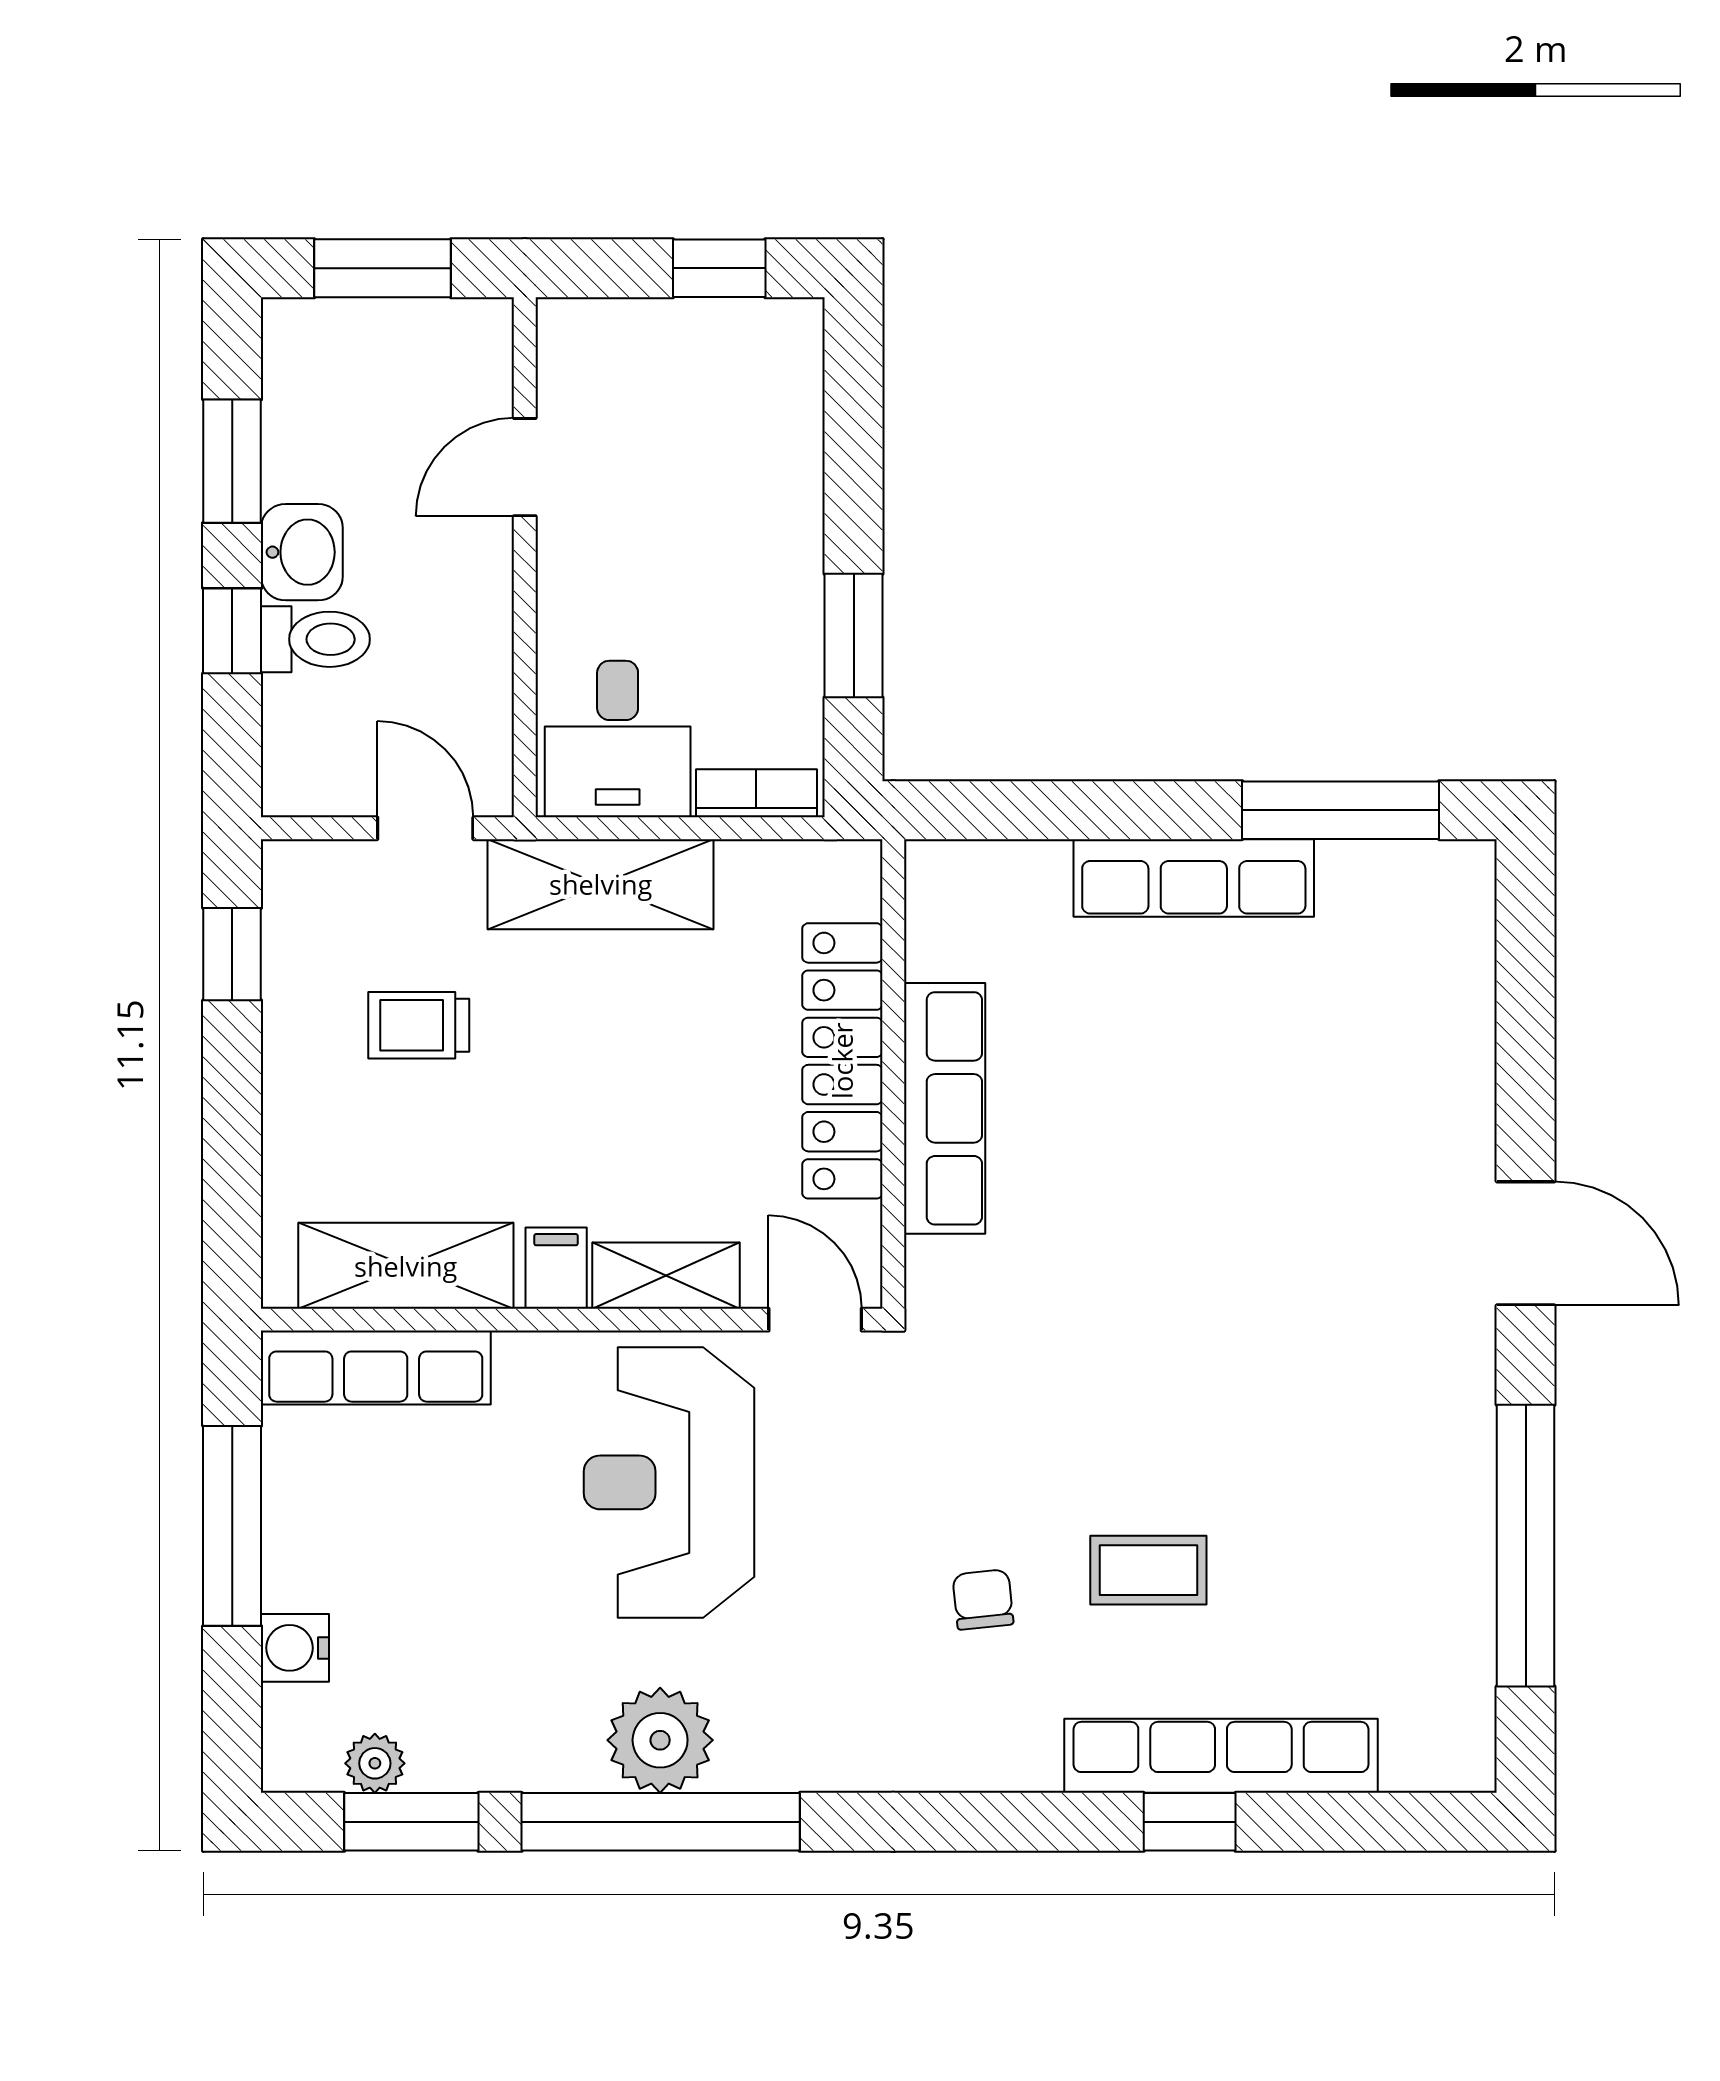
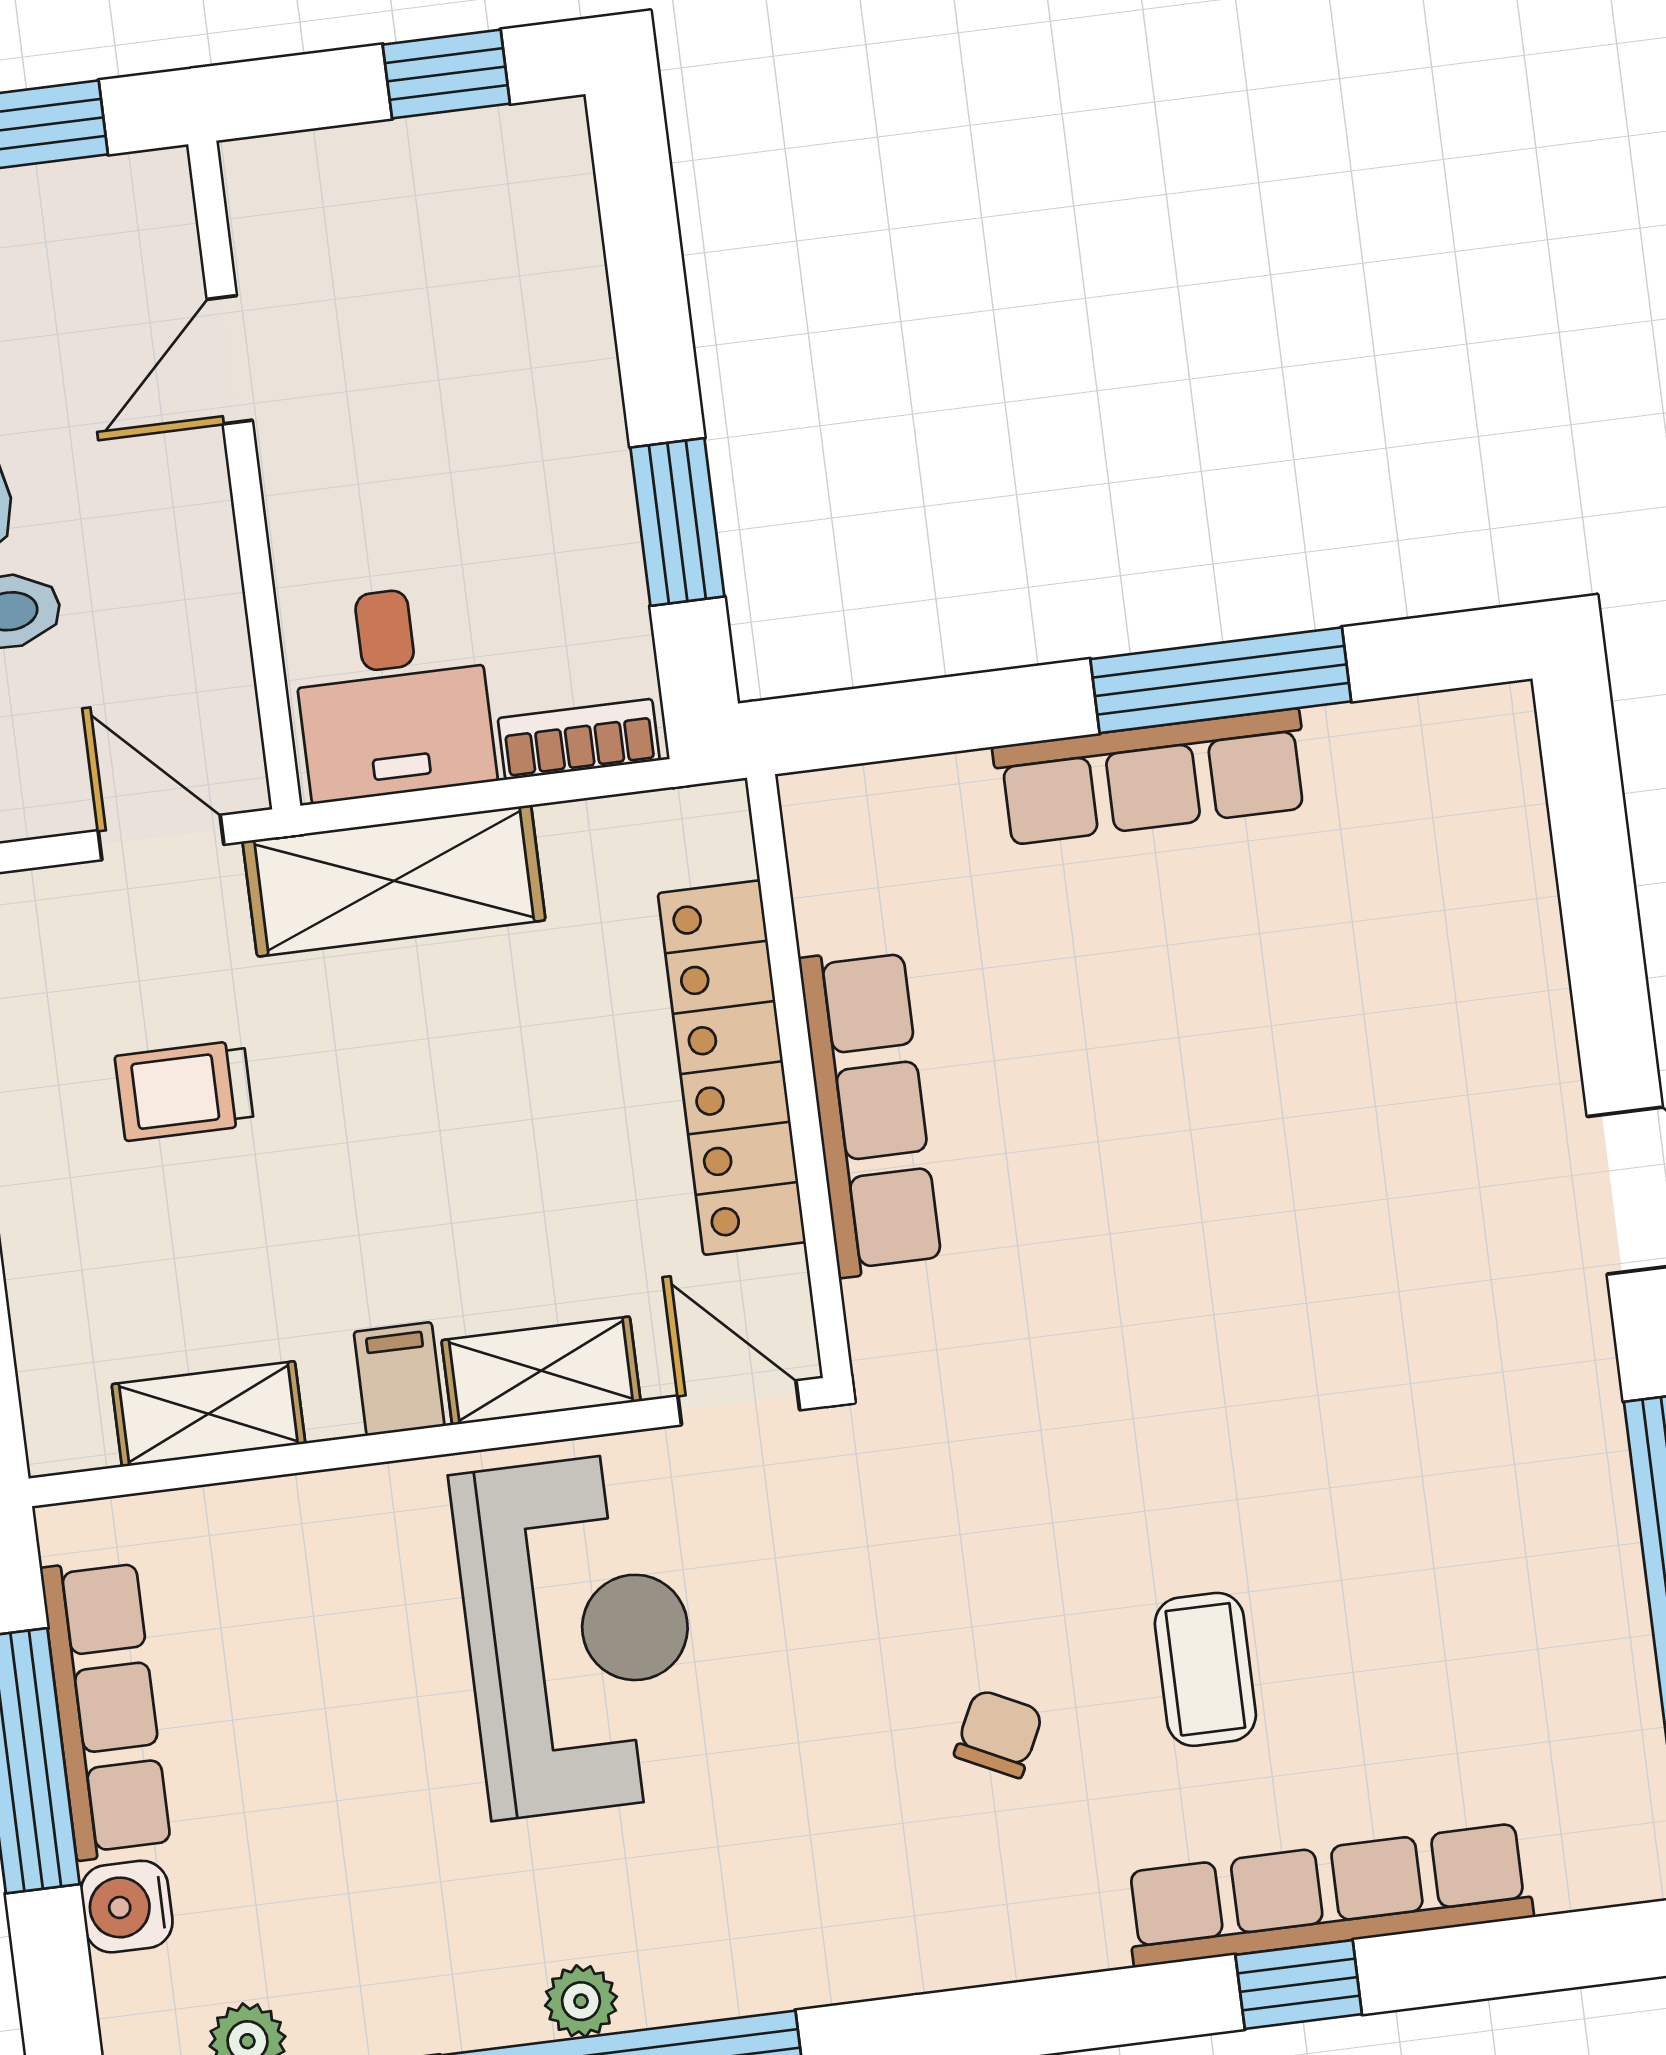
window: (1341, 810) -> (1221, 680), moved
shelving: (406, 1266) -> (208, 1414), width x0.67, depth x0.75
row of seats: (376, 1368) -> (106, 1709), moved, turned -90
reception desk: (669, 1482) -> (578, 1635), turned 180
coffee table: (1148, 1570) -> (1205, 1669), turned 90
chair: (983, 1600) -> (999, 1734), turned 32
plant: (660, 1740) -> (581, 2001), width x0.53, depth x0.53

